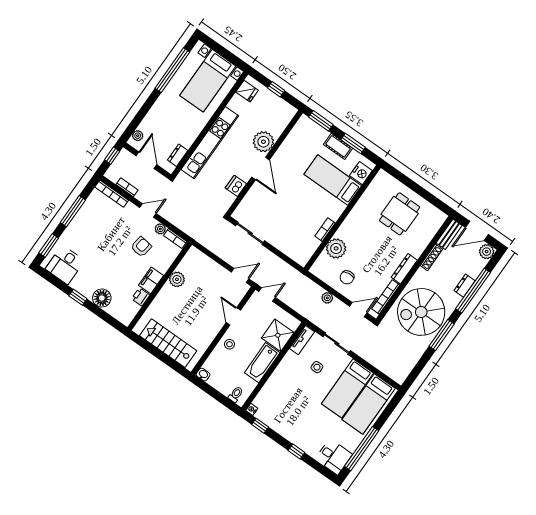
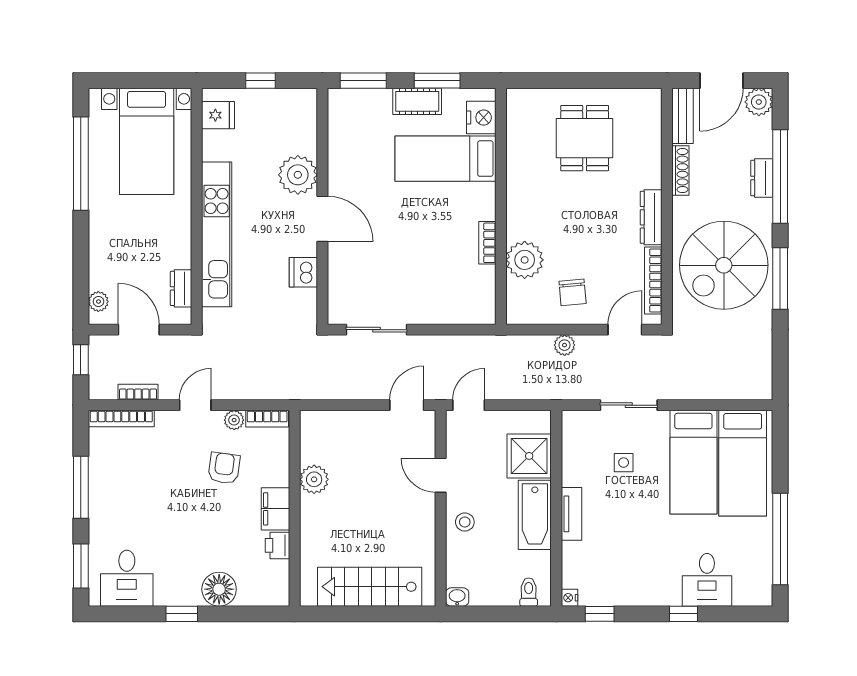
tv unit: (302, 340) -> (571, 514), moved
desk: (334, 457) -> (707, 580), moved, turned 90

